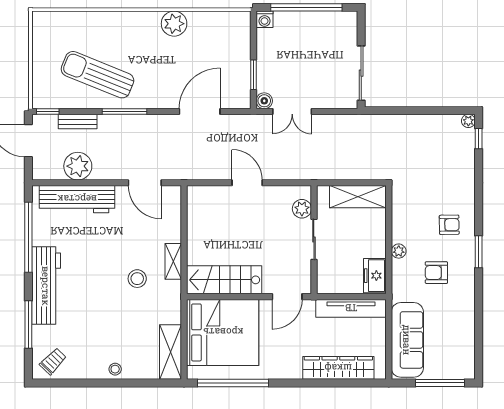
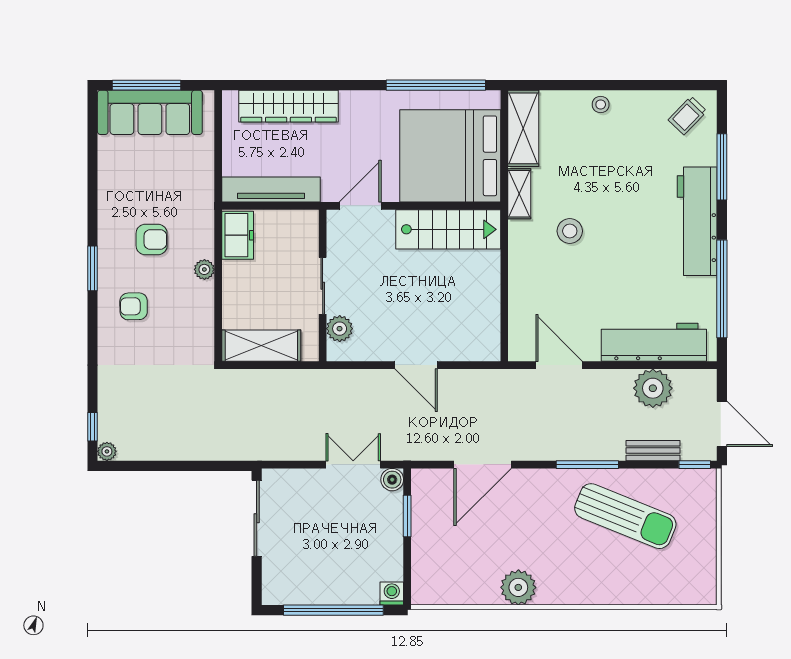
shelving: (173, 261) -> (519, 194), moved
sofa: (407, 340) -> (150, 112), moved, turned -90

